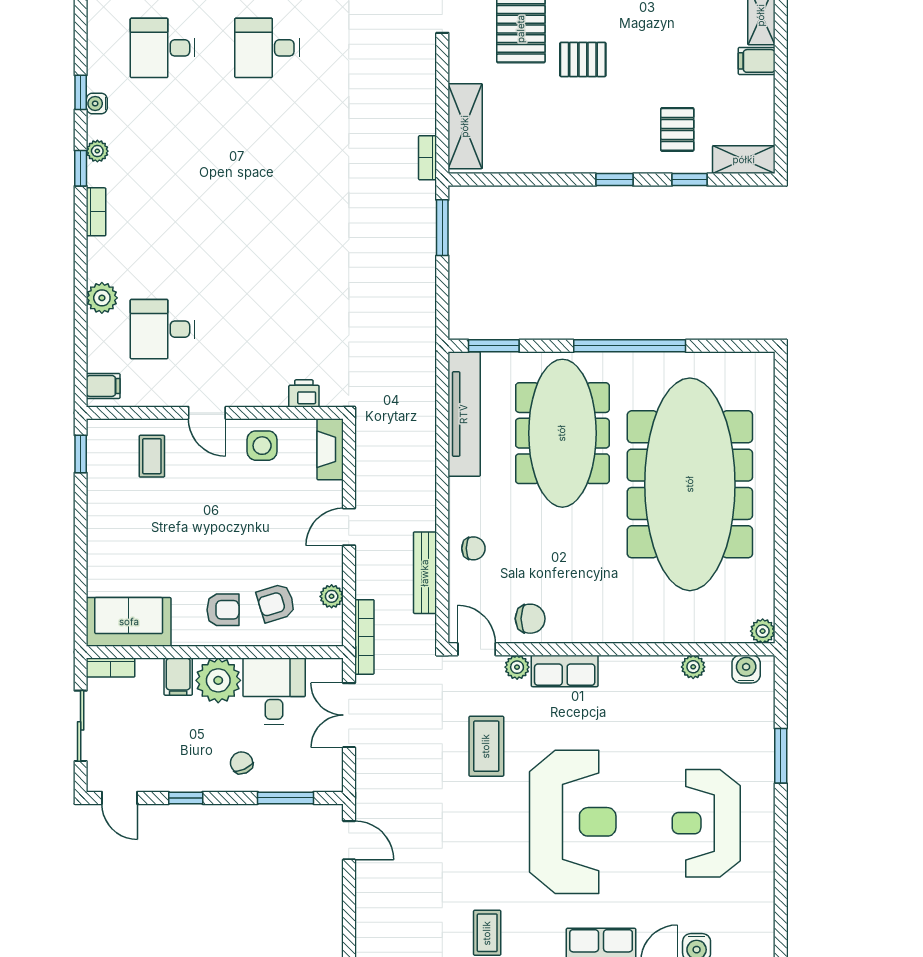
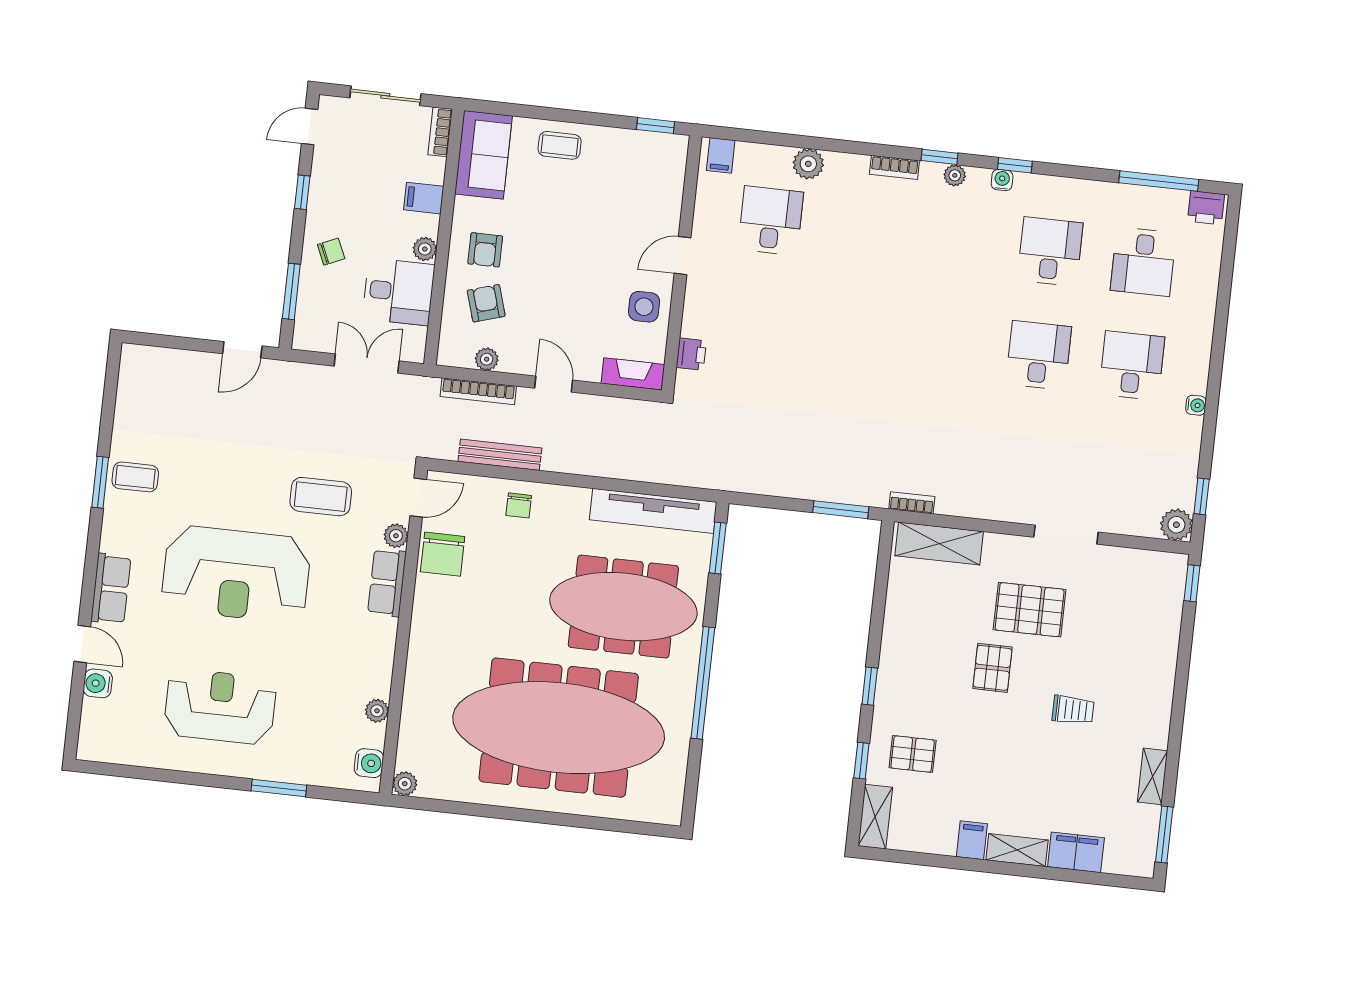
coffee table: (152, 456) -> (560, 145), moved
chair: (530, 619) -> (443, 554), width x1.37, depth x1.37
bookcase: (364, 637) -> (478, 391), moved
plant: (218, 680) -> (425, 249), width x0.53, depth x0.53

